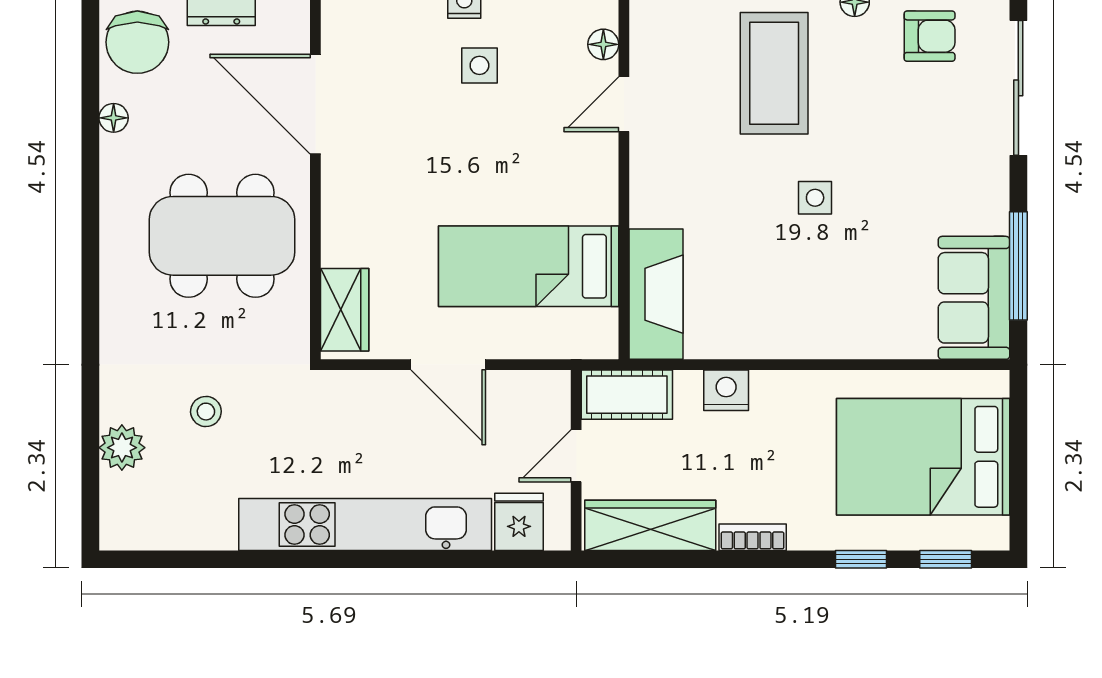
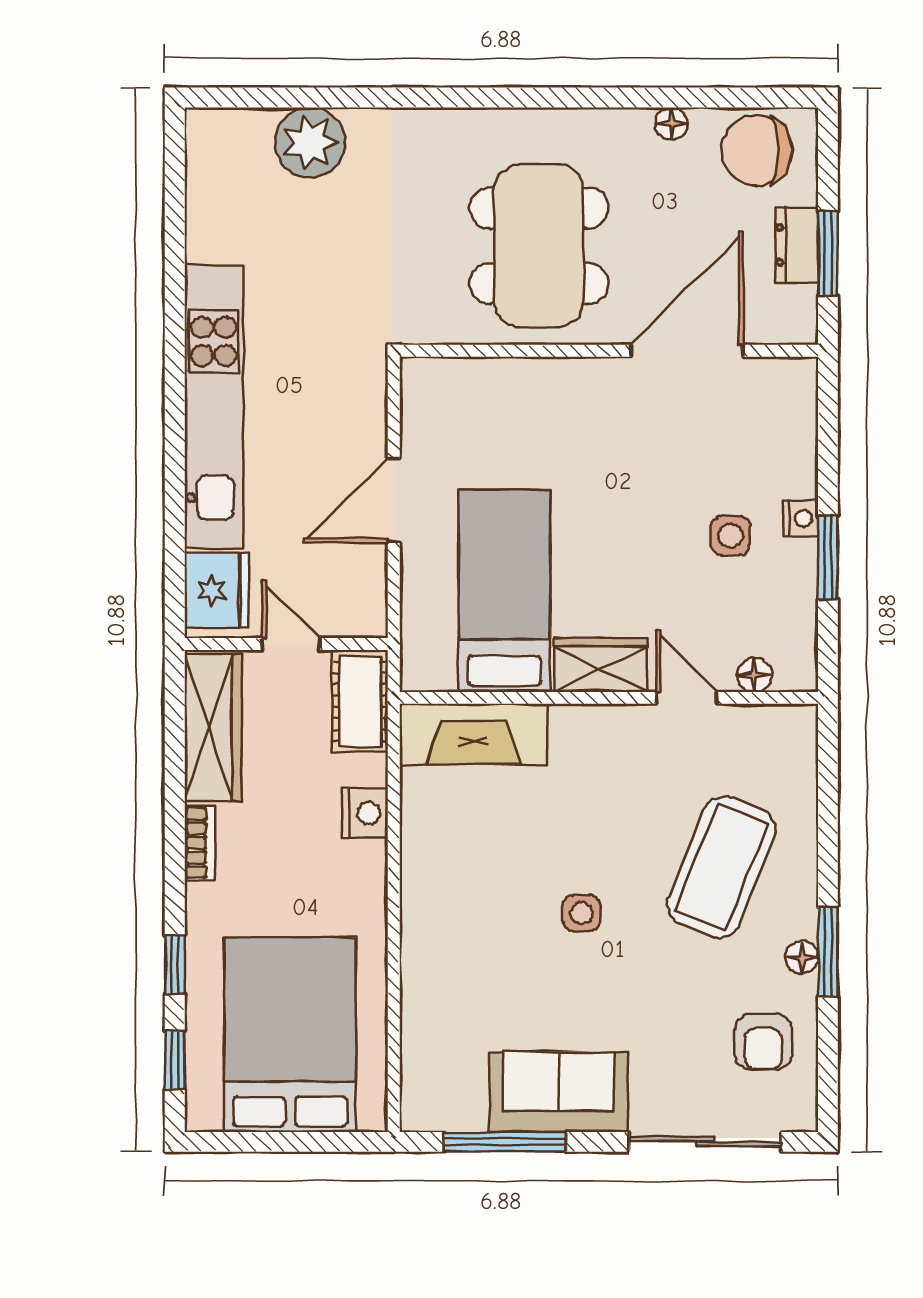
coffee table: (774, 73) -> (722, 867), turned -68
sofa: (974, 298) -> (559, 1092), moved
wardrobe: (345, 310) -> (600, 665), moved, turned 180
stool: (206, 412) -> (341, 228), removed
plant: (122, 448) -> (310, 142), width x1.36, depth x1.36
fridge: (519, 522) -> (217, 590), width x1.38

